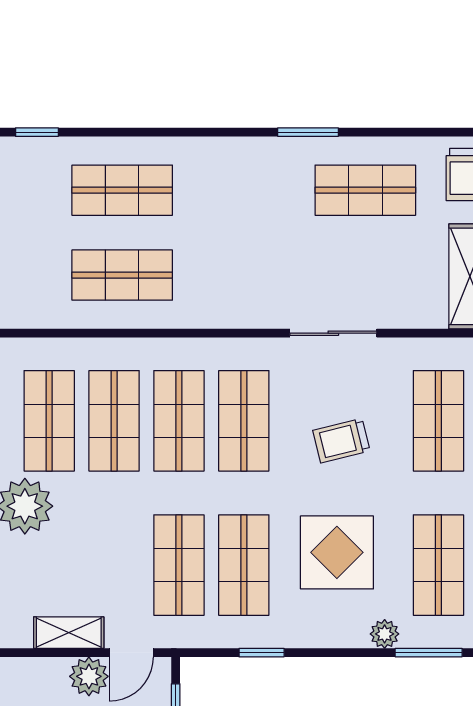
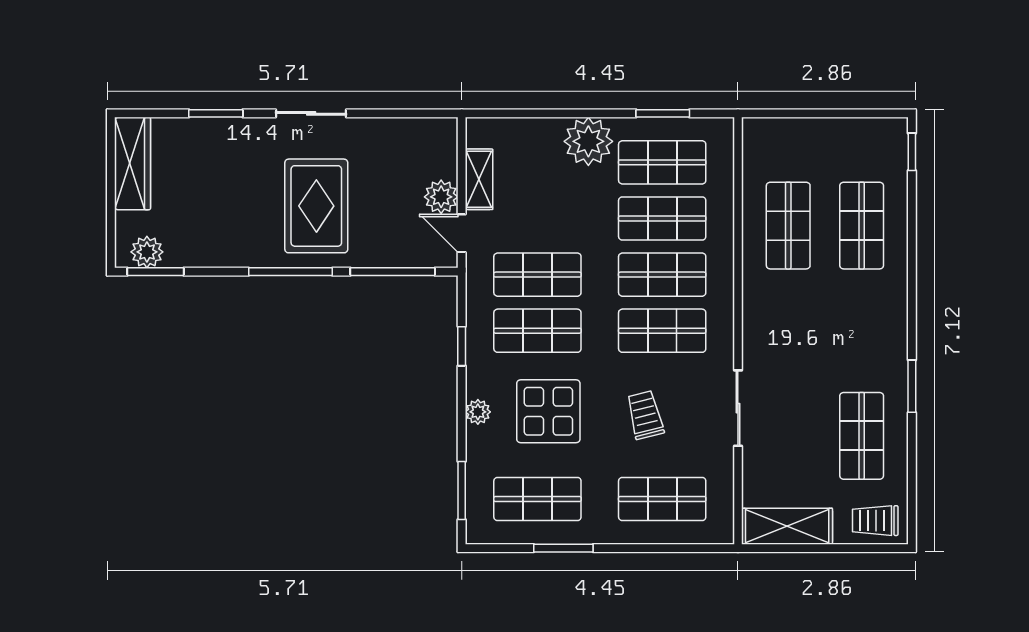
plant: (385, 634) -> (478, 412), moved

